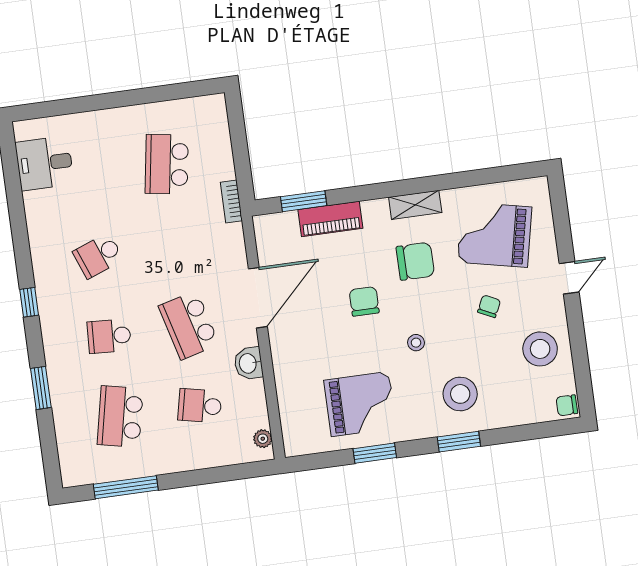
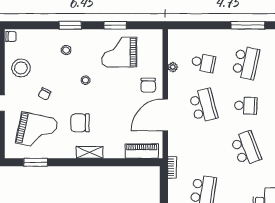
window: (304, 201) -> (36, 162), moved
shelving: (415, 205) -> (90, 152), moved
piano: (330, 219) -> (142, 151), moved
school desk: (98, 256) -> (246, 149), width x1.85
chair: (364, 301) -> (148, 85), moved
washbasin: (248, 363) -> (175, 81), removed
stool: (460, 394) -> (66, 50), width x0.53, depth x0.53
plant: (263, 439) -> (173, 67), moved

